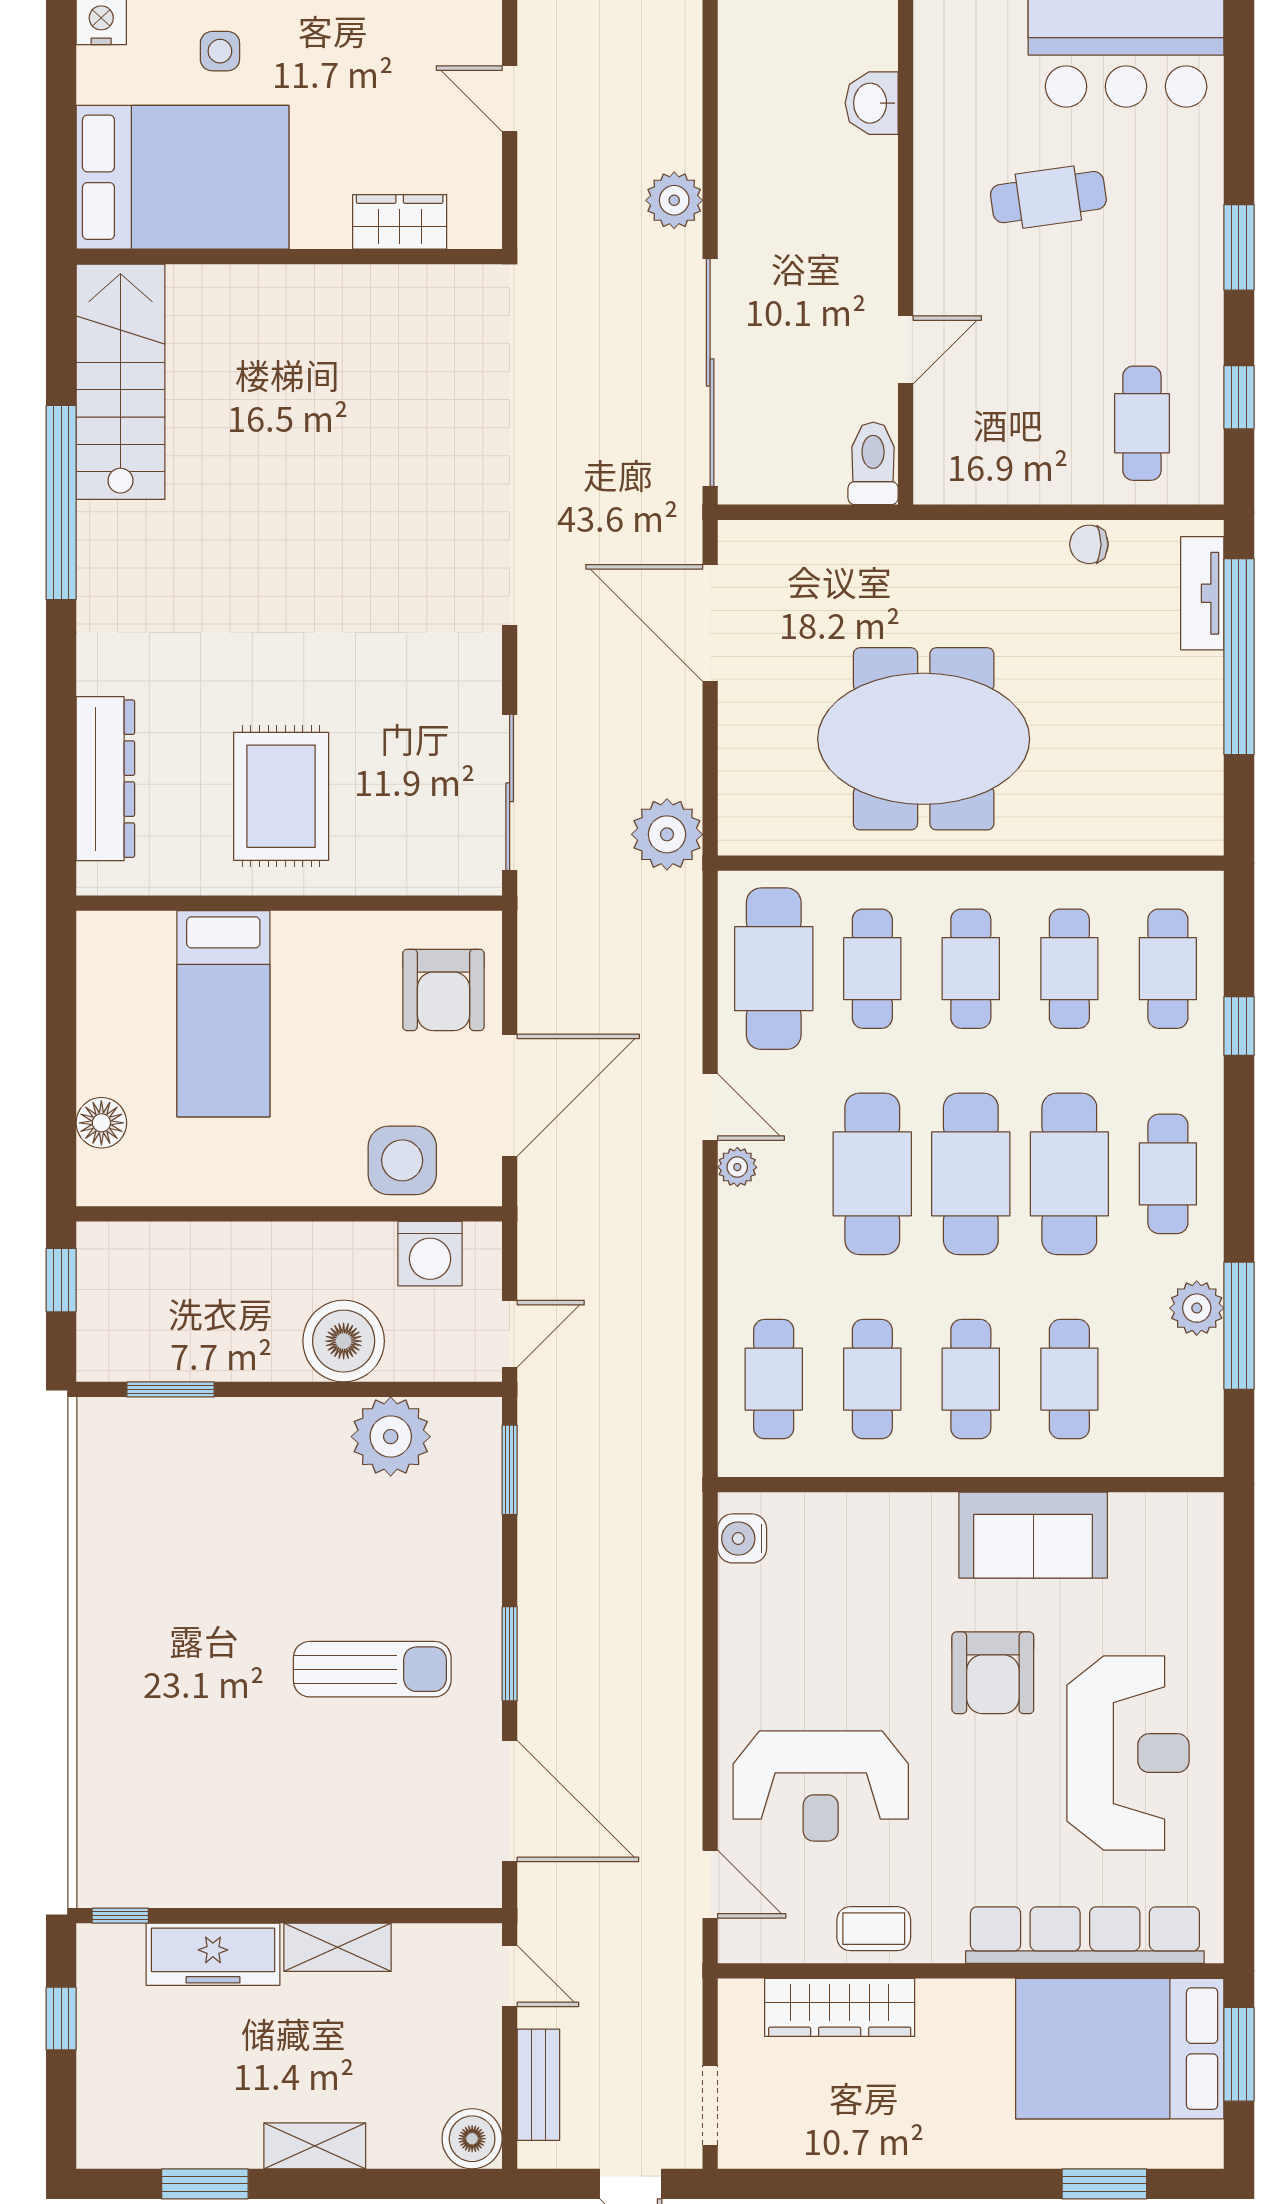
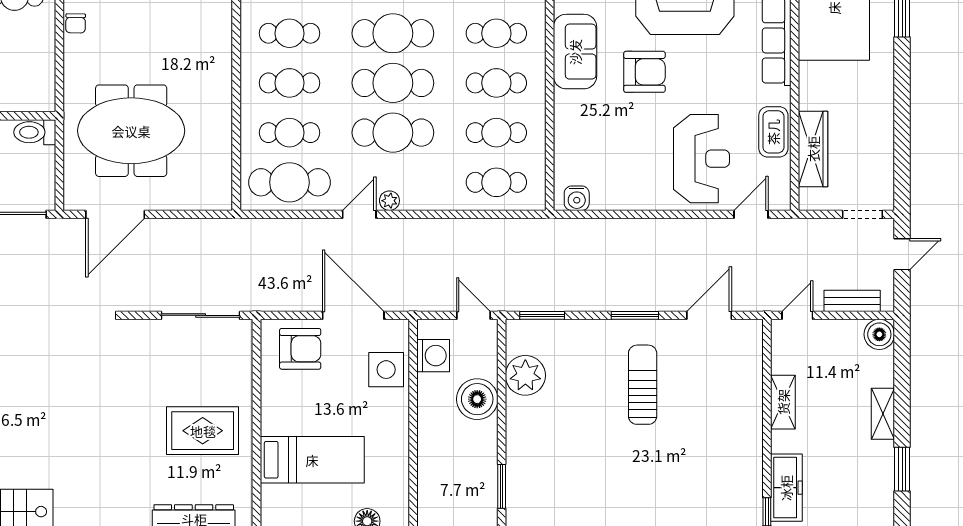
meeting table: (924, 739) -> (131, 131), moved, turned 90
plant: (667, 834) -> (222, 236), removed
door: (510, 1801) -> (709, 315), width x0.73
coffee table: (874, 1929) -> (773, 132), width x1.36, depth x1.30
freezer: (213, 1954) -> (786, 488), moved

